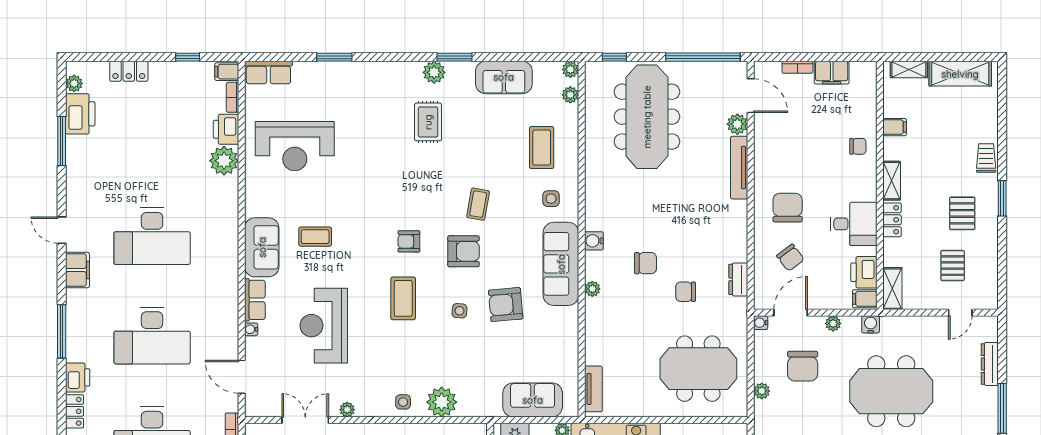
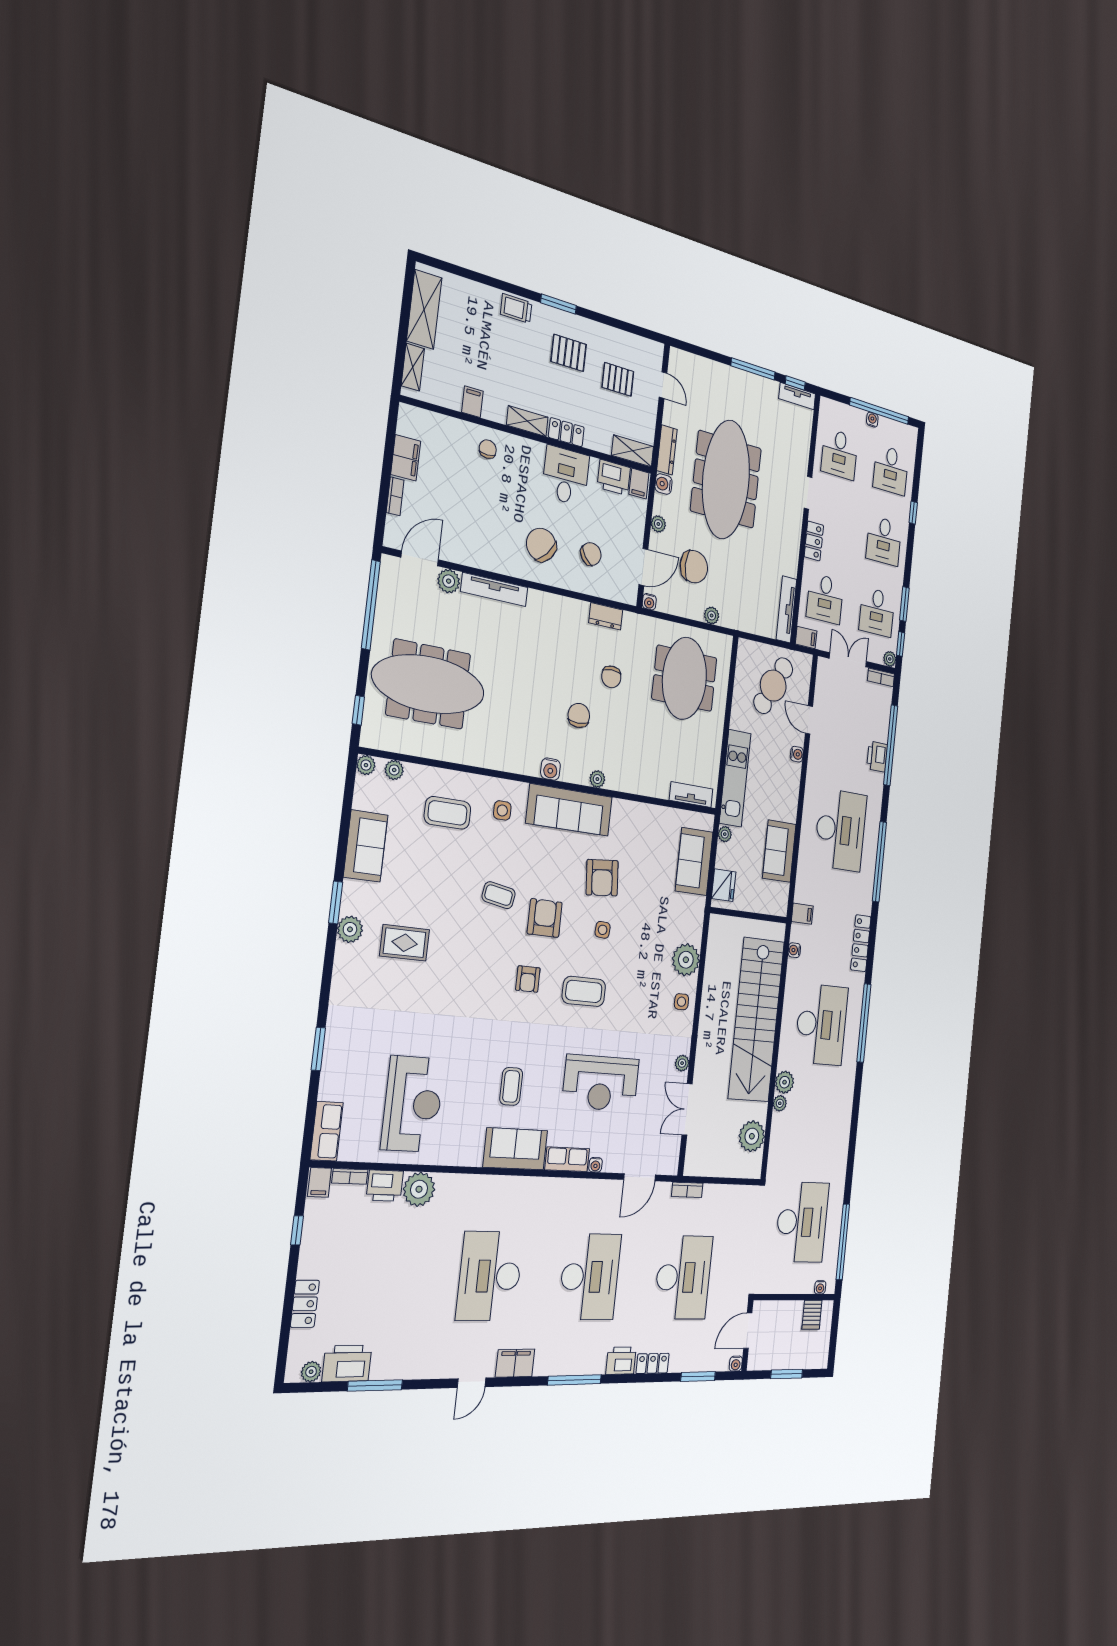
chair: (788, 208) -> (541, 545), turned 42
desk: (152, 236) -> (490, 1276), turned 180
door: (791, 313) -> (643, 567), swing flipped
dresser: (990, 364) -> (667, 450), moved, turned -90
meeting table: (891, 391) -> (726, 479), width x1.36

